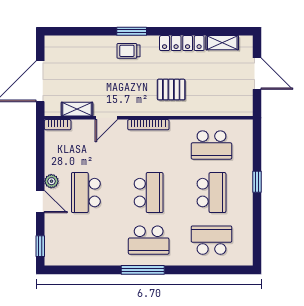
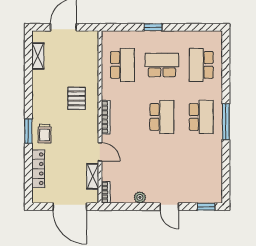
locker: (182, 43) -> (38, 169), moved
plant: (51, 181) -> (140, 197), moved
school desk: (86, 193) -> (162, 169), removed
school desk: (149, 193) -> (162, 117), turned 90
door: (40, 202) -> (169, 207), swing flipped

